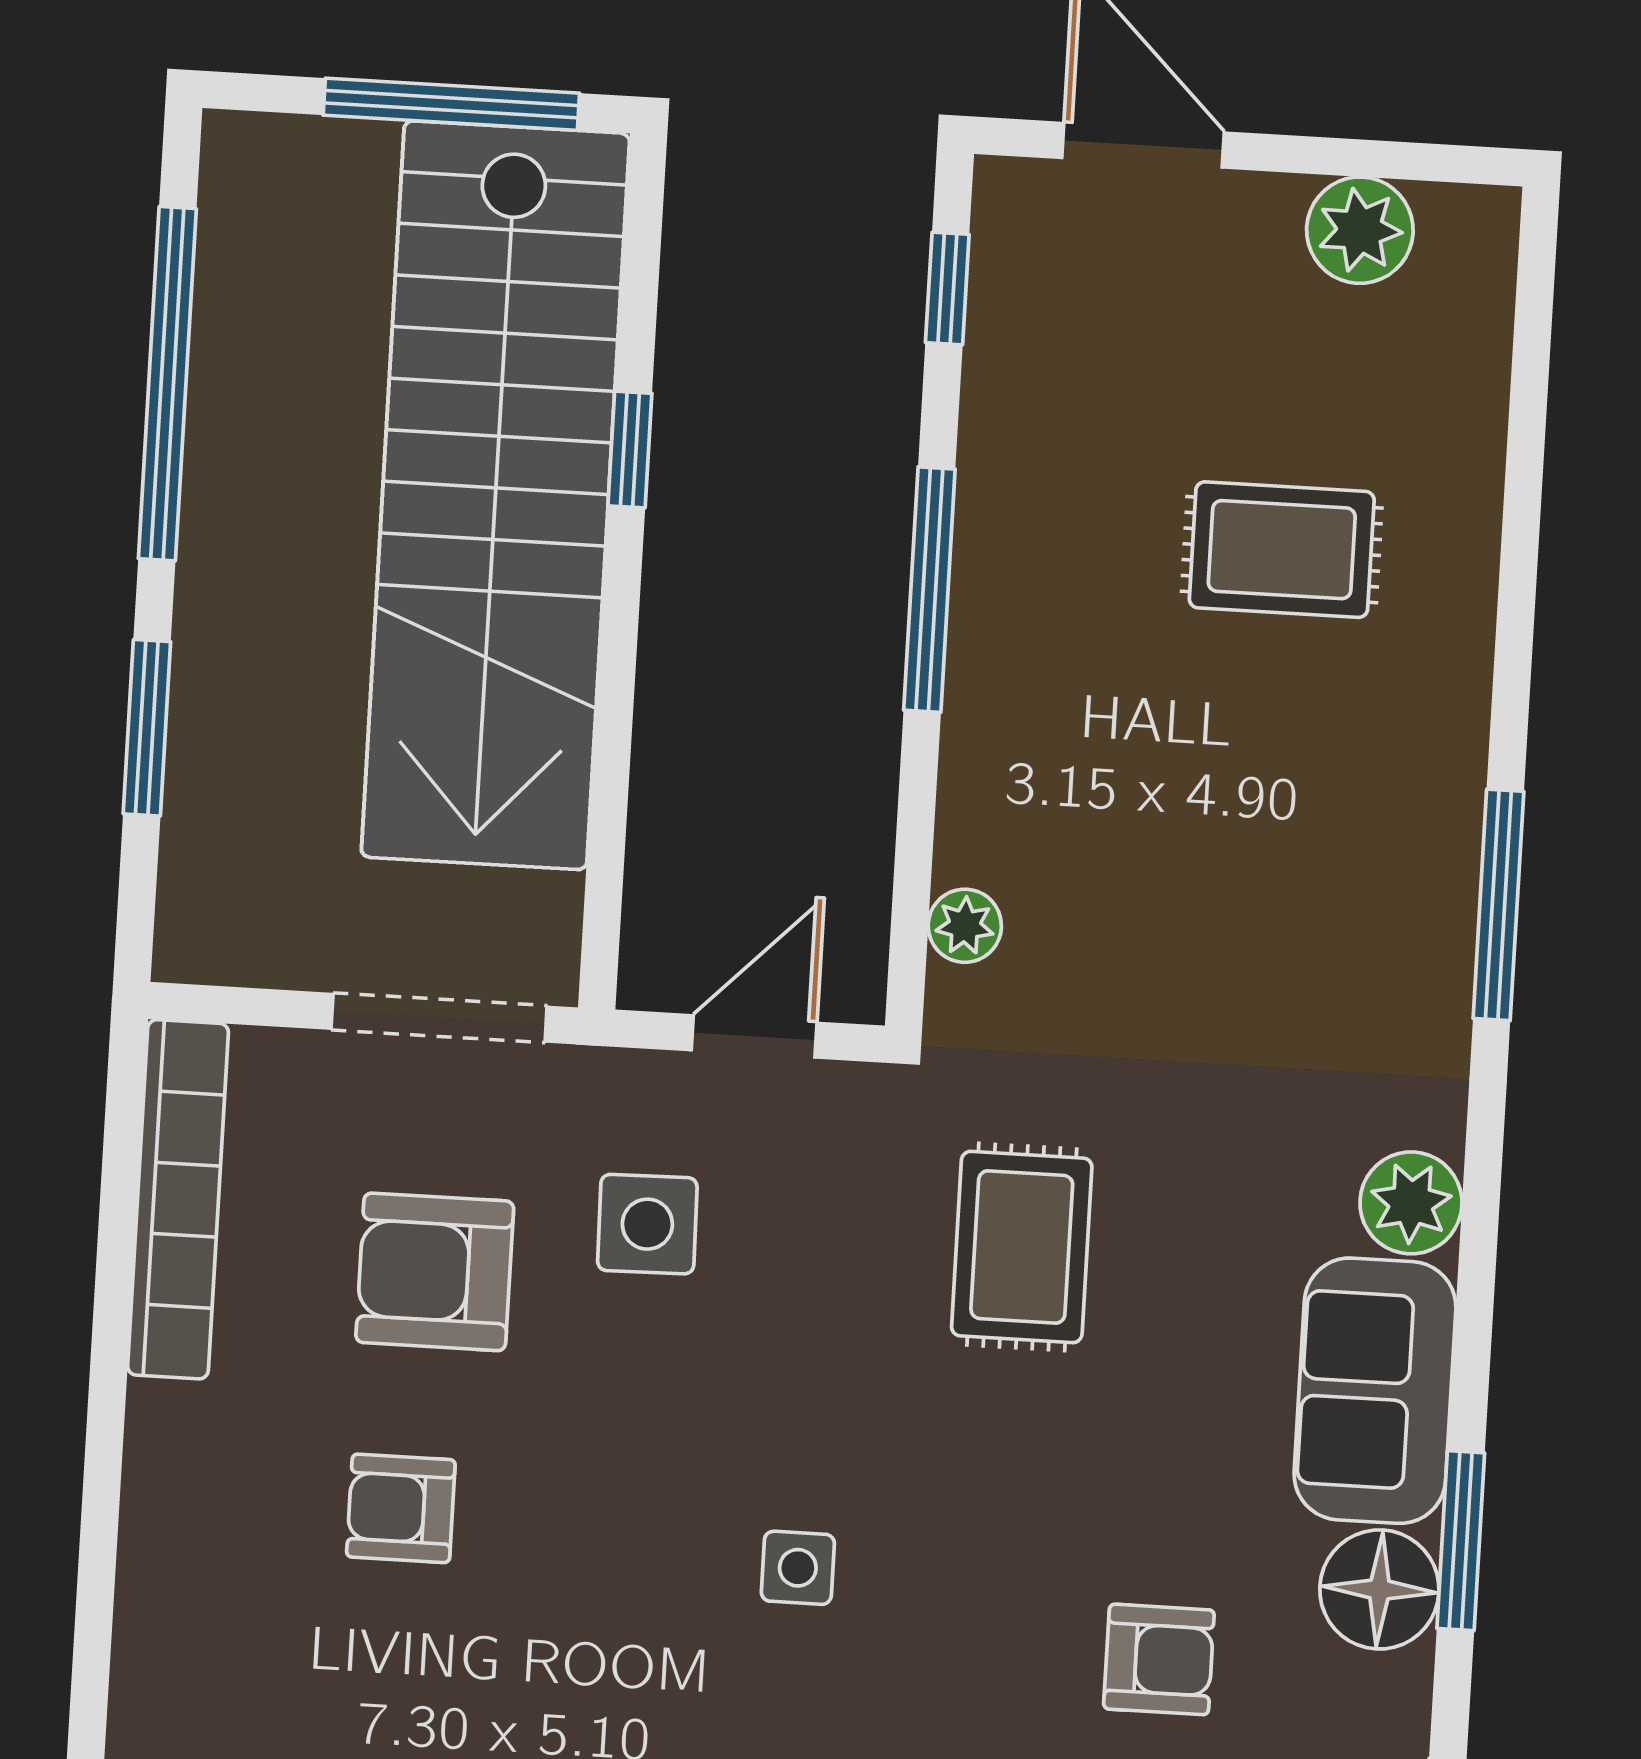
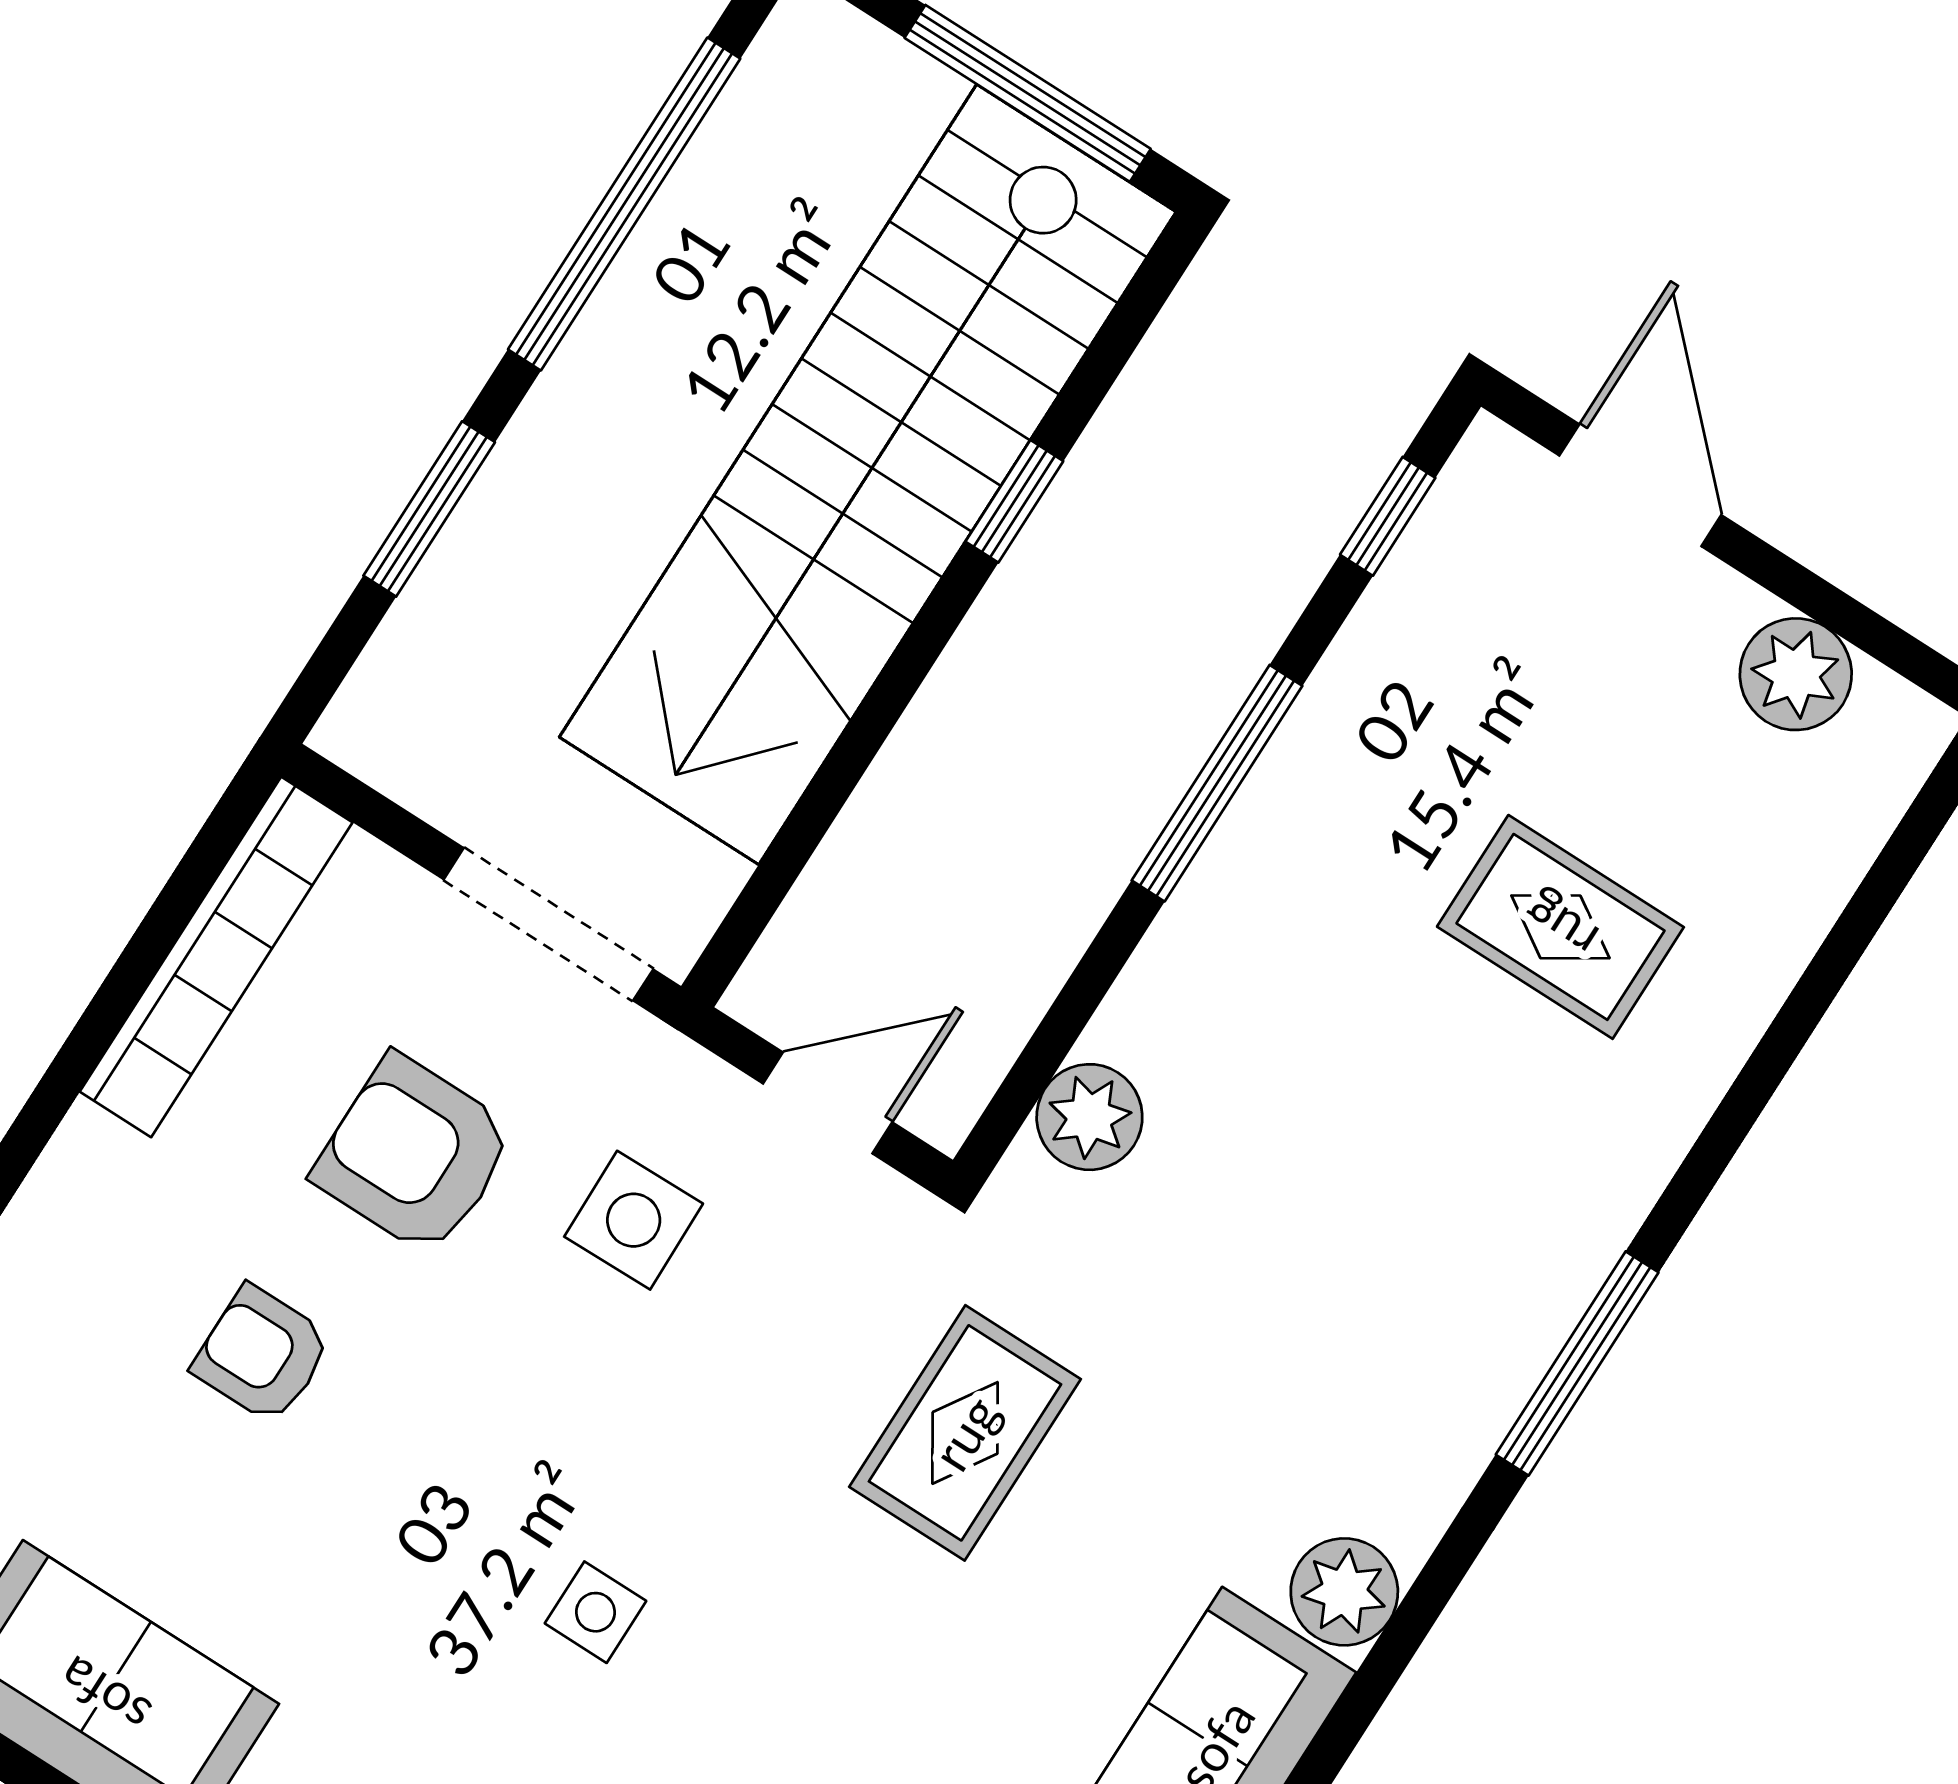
plant: (965, 926) -> (1089, 1117), width x1.38, depth x1.38

